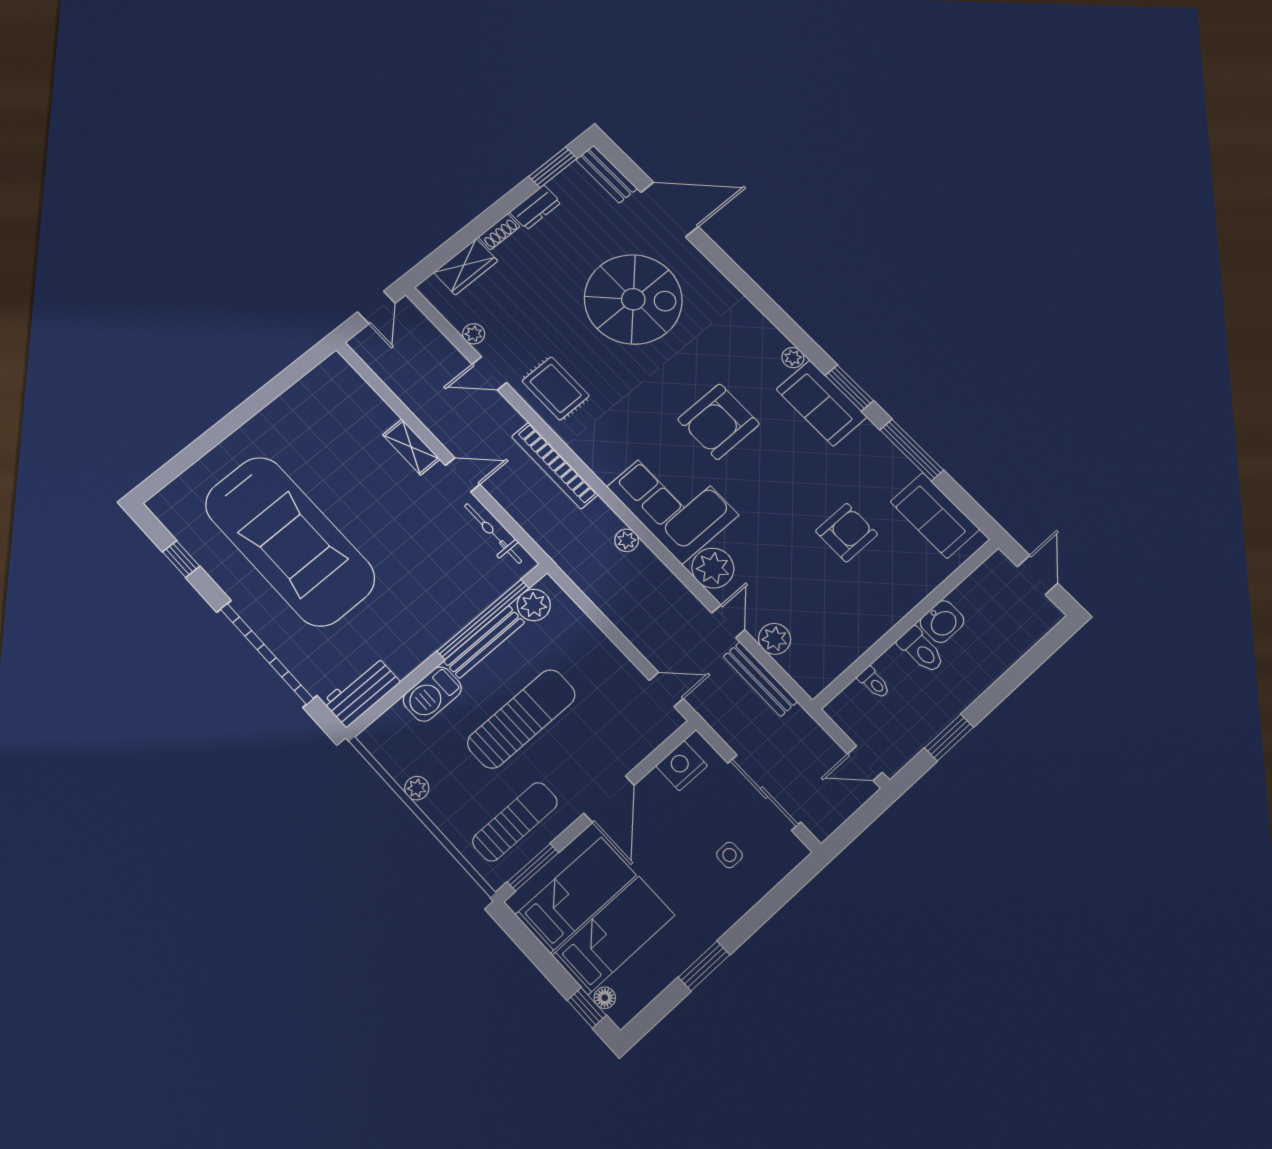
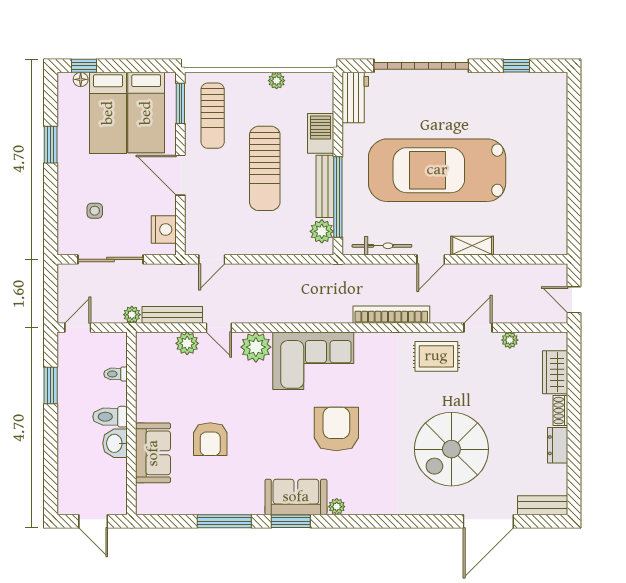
window: (553, 167) -> (574, 478), removed
sofa: (935, 515) -> (153, 453), moved, turned 90
plant: (627, 540) -> (132, 315), moved
car: (290, 541) -> (437, 170), moved

